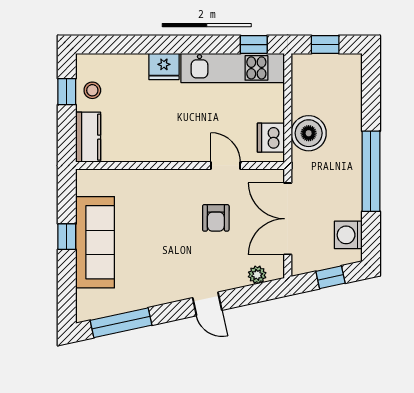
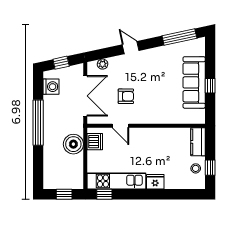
armchair: (216, 218) -> (126, 96), turned 90

